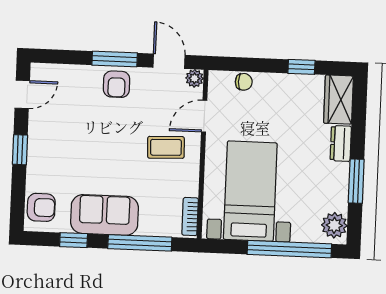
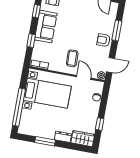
window: (115, 59) -> (117, 30), moved
plant: (334, 225) -> (27, 129), removed
window: (140, 243) -> (31, 41), width x0.46

